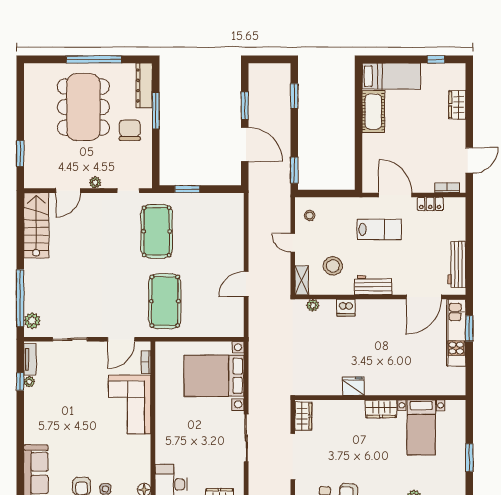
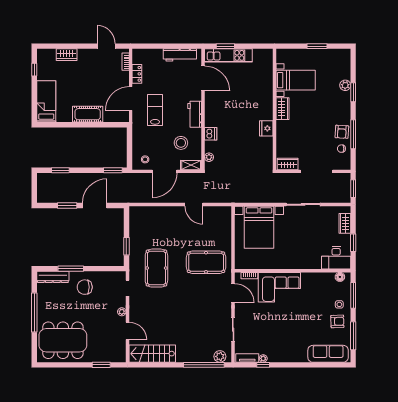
dining table: (83, 107) -> (63, 340), moved
cot: (373, 112) -> (88, 114), moved
pool table: (157, 231) -> (156, 268), turned 90
door: (293, 243) -> (165, 171), width x1.88

